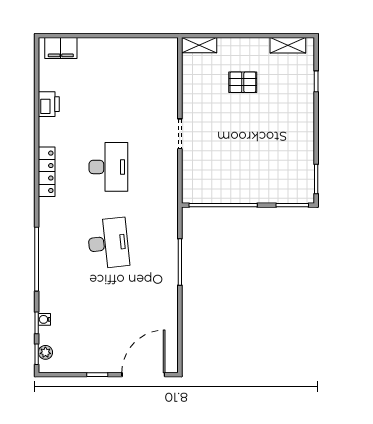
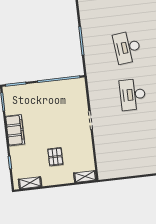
pallet: (243, 82) -> (55, 157), turned 90
filing cabinet: (302, 132) -> (15, 130), added

